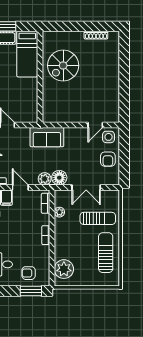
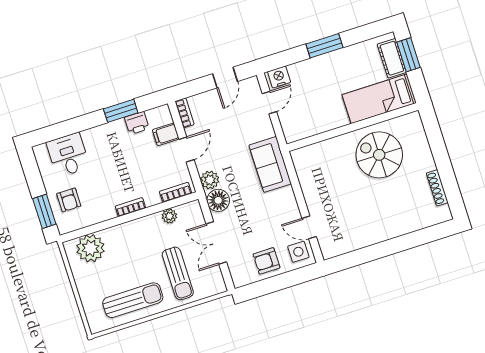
armchair: (29, 273) -> (69, 200), turned 180

